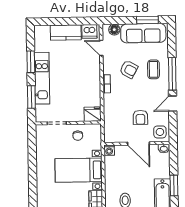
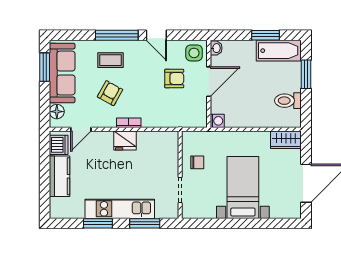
fridge: (93, 114) -> (125, 140), moved, turned -90
bed with nightstands: (79, 170) -> (243, 187), moved, turned 180

